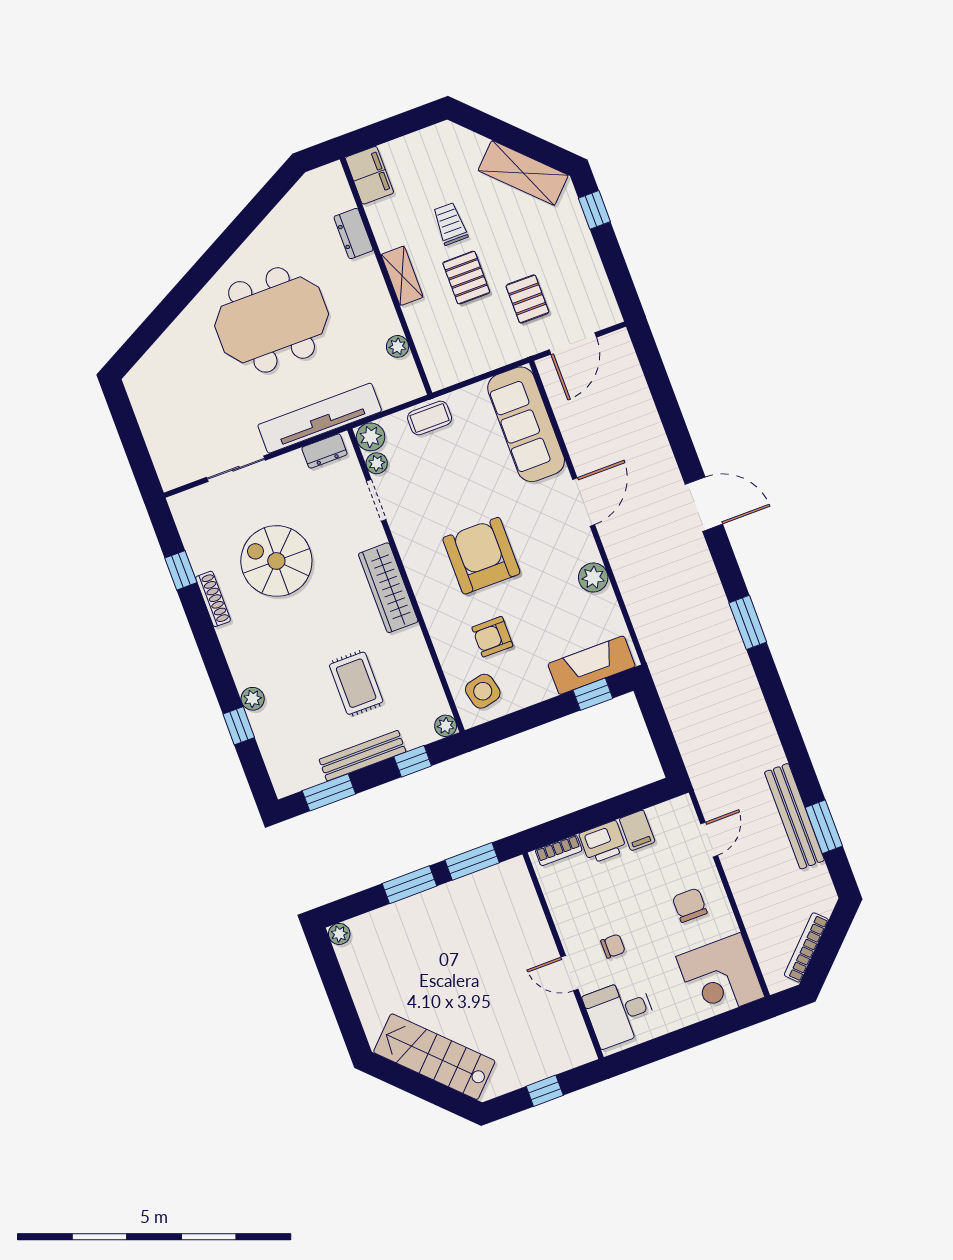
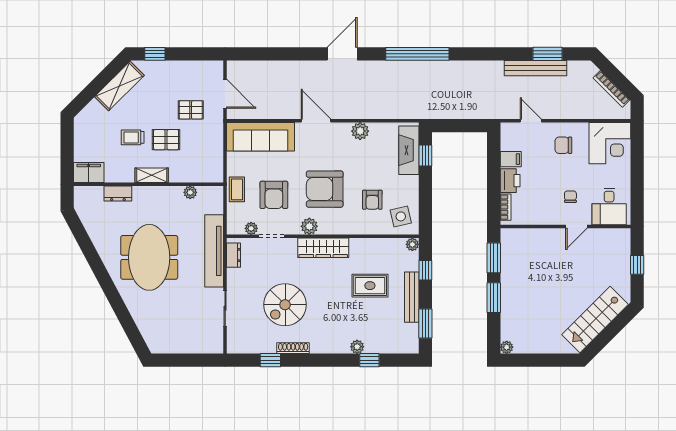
plant: (371, 437) -> (309, 226), moved
armchair: (443, 479) -> (274, 195), added
window: (748, 622) -> (417, 54), width x2.11

